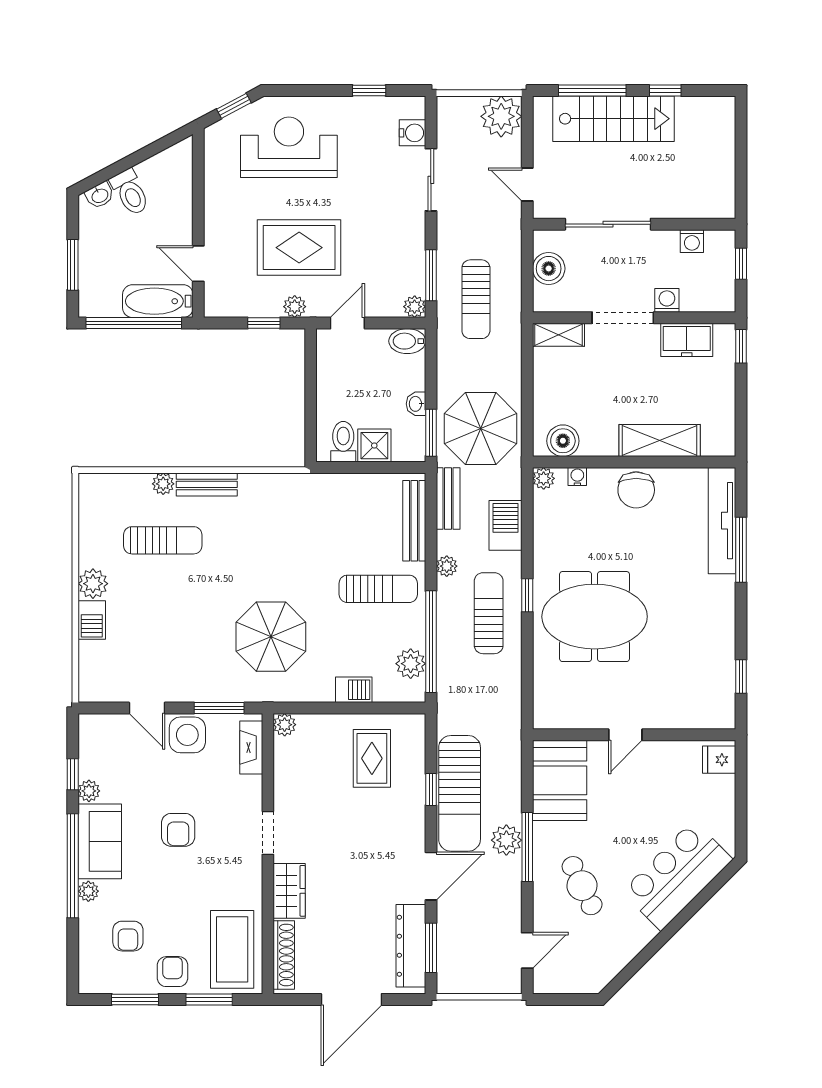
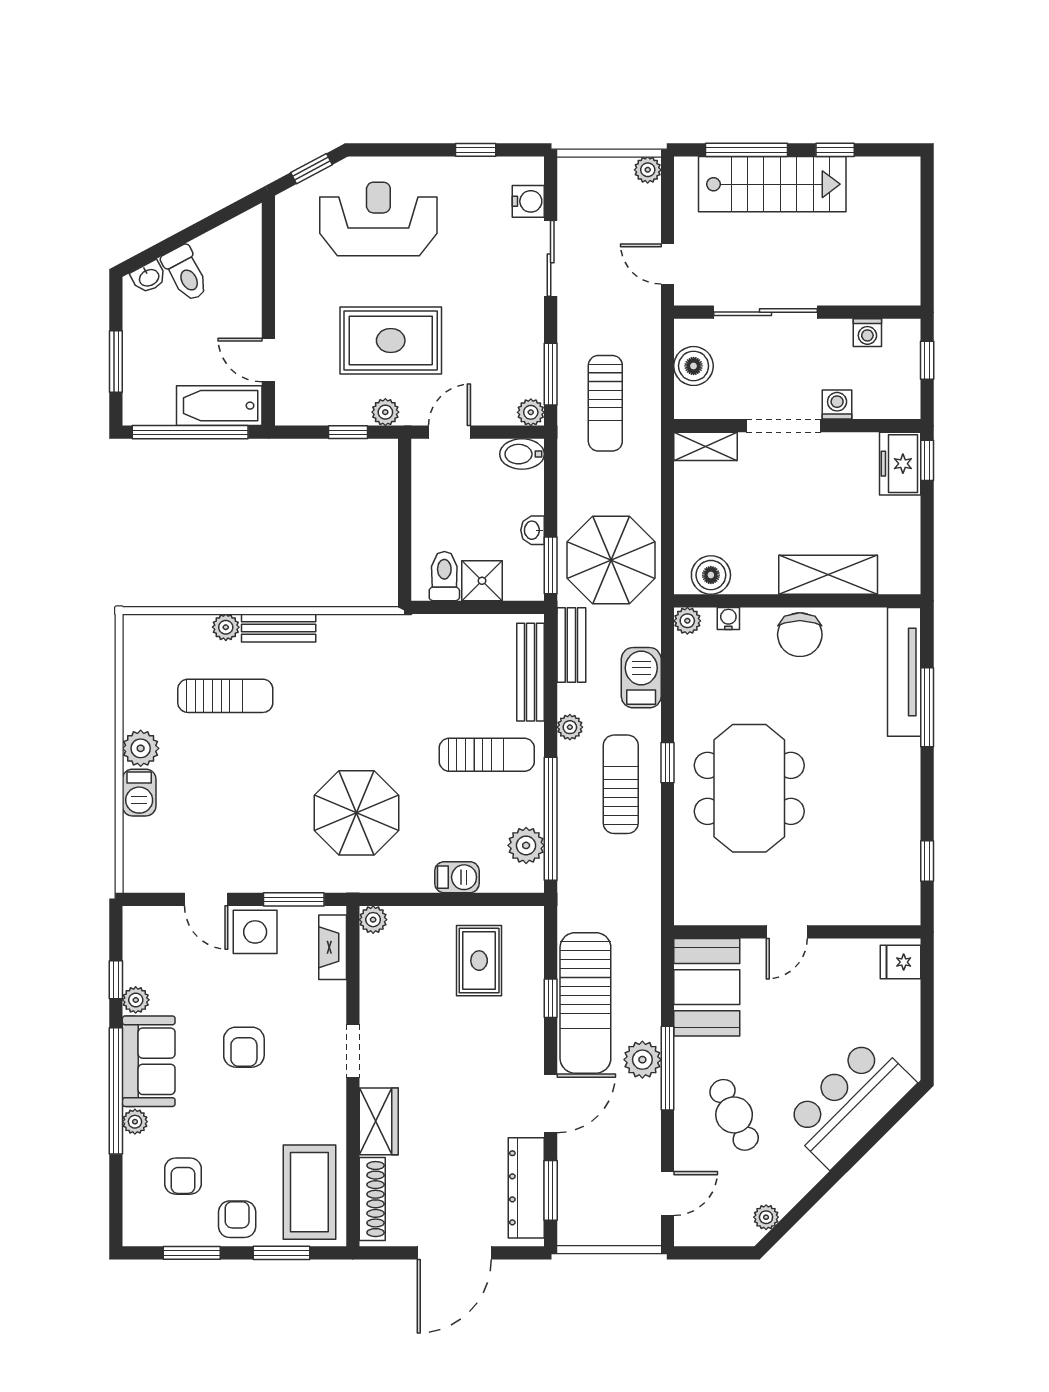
plant: (501, 116) -> (648, 170), width x0.53, depth x0.53
freezer: (687, 340) -> (900, 464), moved, turned 90
meeting table: (595, 617) -> (749, 788), turned 90
plant: (608, 970) -> (766, 1217), added

